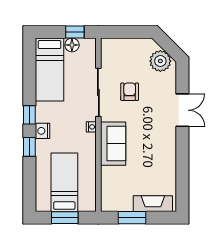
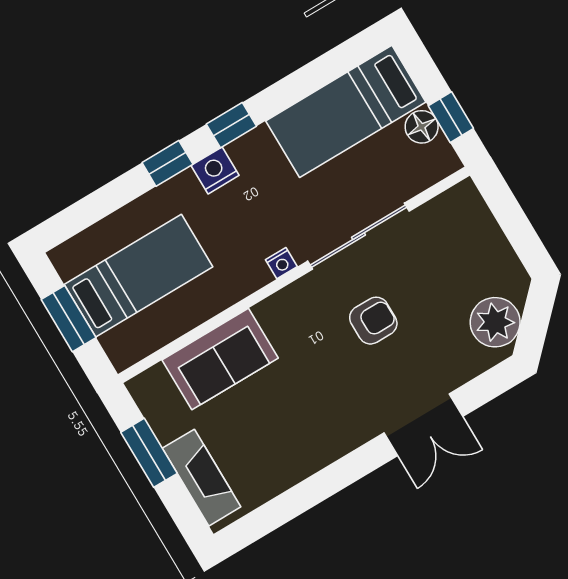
armchair: (130, 92) -> (373, 321), moved
sofa: (113, 144) -> (220, 359), moved

